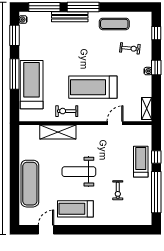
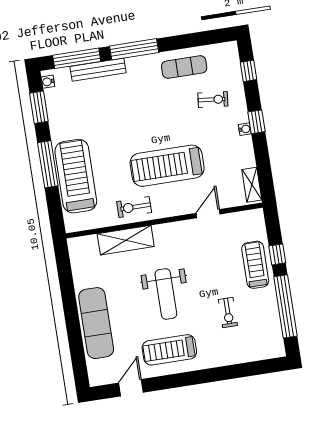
bench: (70, 17) -> (98, 70), moved
weight bench: (79, 172) -> (166, 294), turned -90

